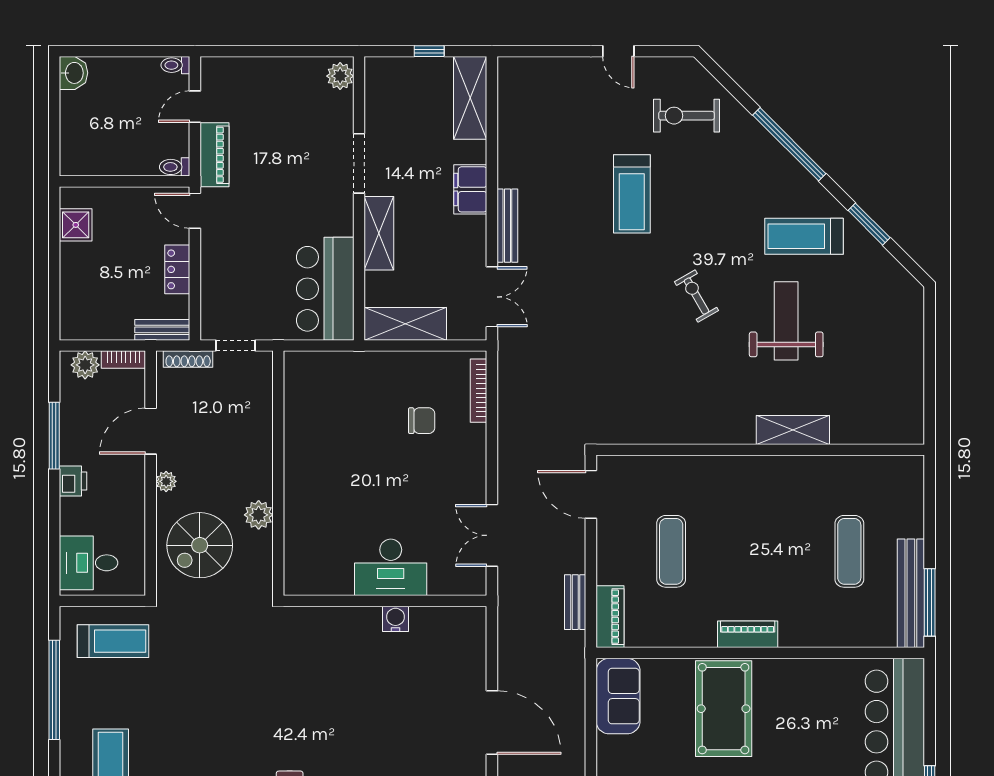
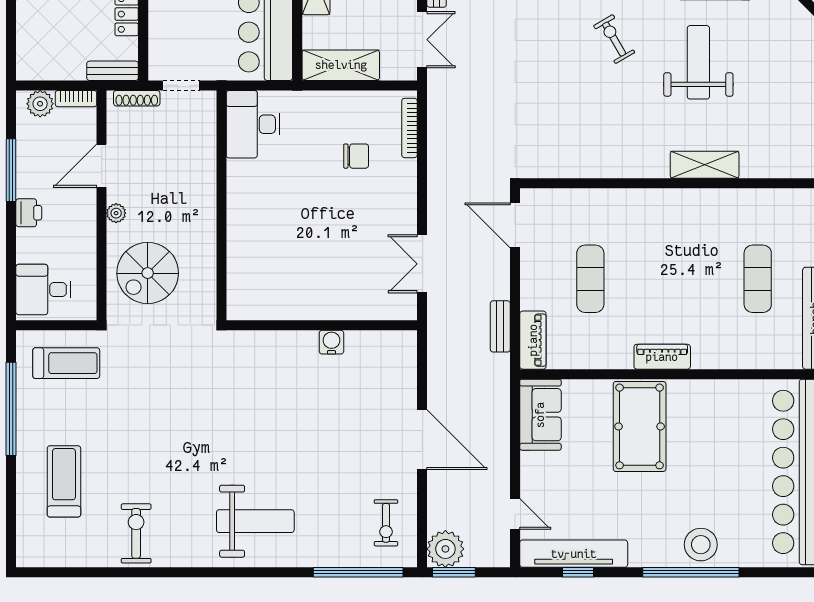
plant: (259, 515) -> (203, 245), removed
desk: (391, 567) -> (253, 124), moved, turned 90

